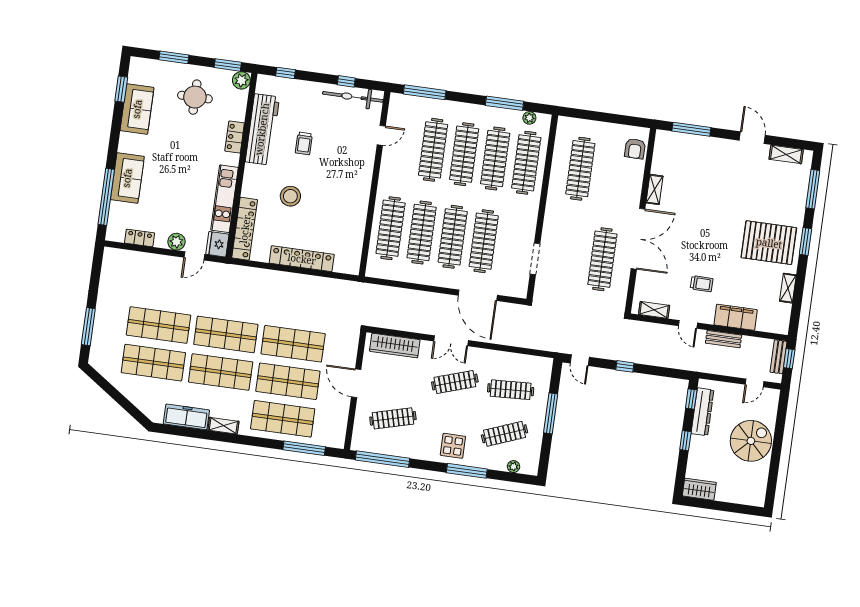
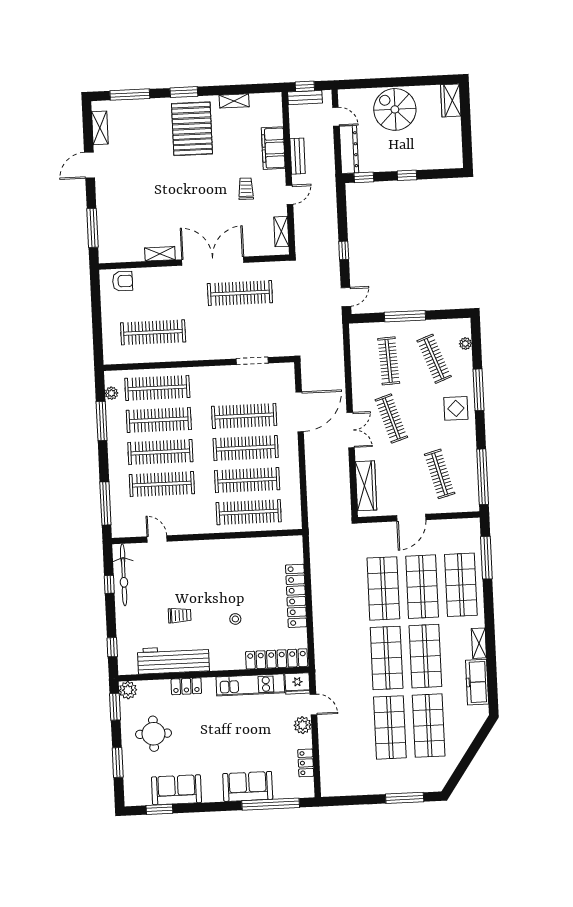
stool: (290, 196) -> (235, 619), width x0.53, depth x0.53
dresser: (702, 412) -> (349, 150), moved, turned 90
wardrobe: (699, 489) -> (451, 100), moved

